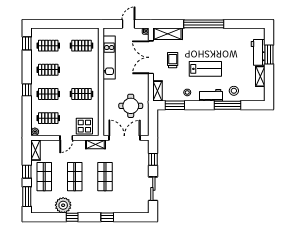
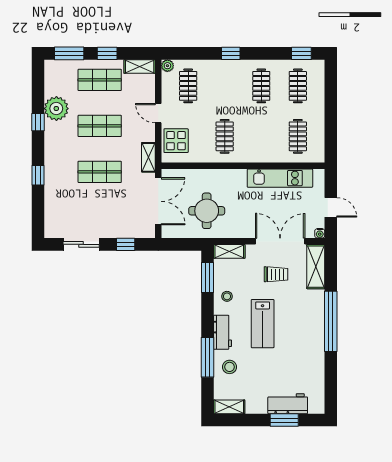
shelving: (260, 76) -> (229, 407), moved
clothes rail: (48, 94) -> (225, 86), removed

